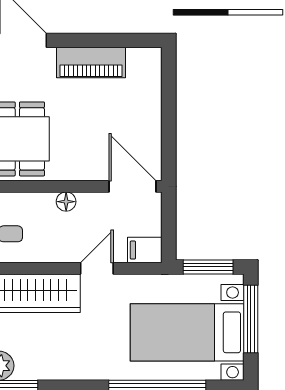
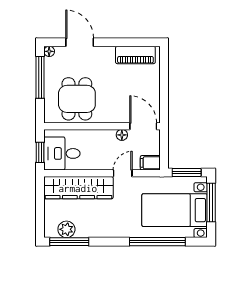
piano: (91, 63) -> (135, 55), moved
floor lamp: (66, 202) -> (122, 135), moved

